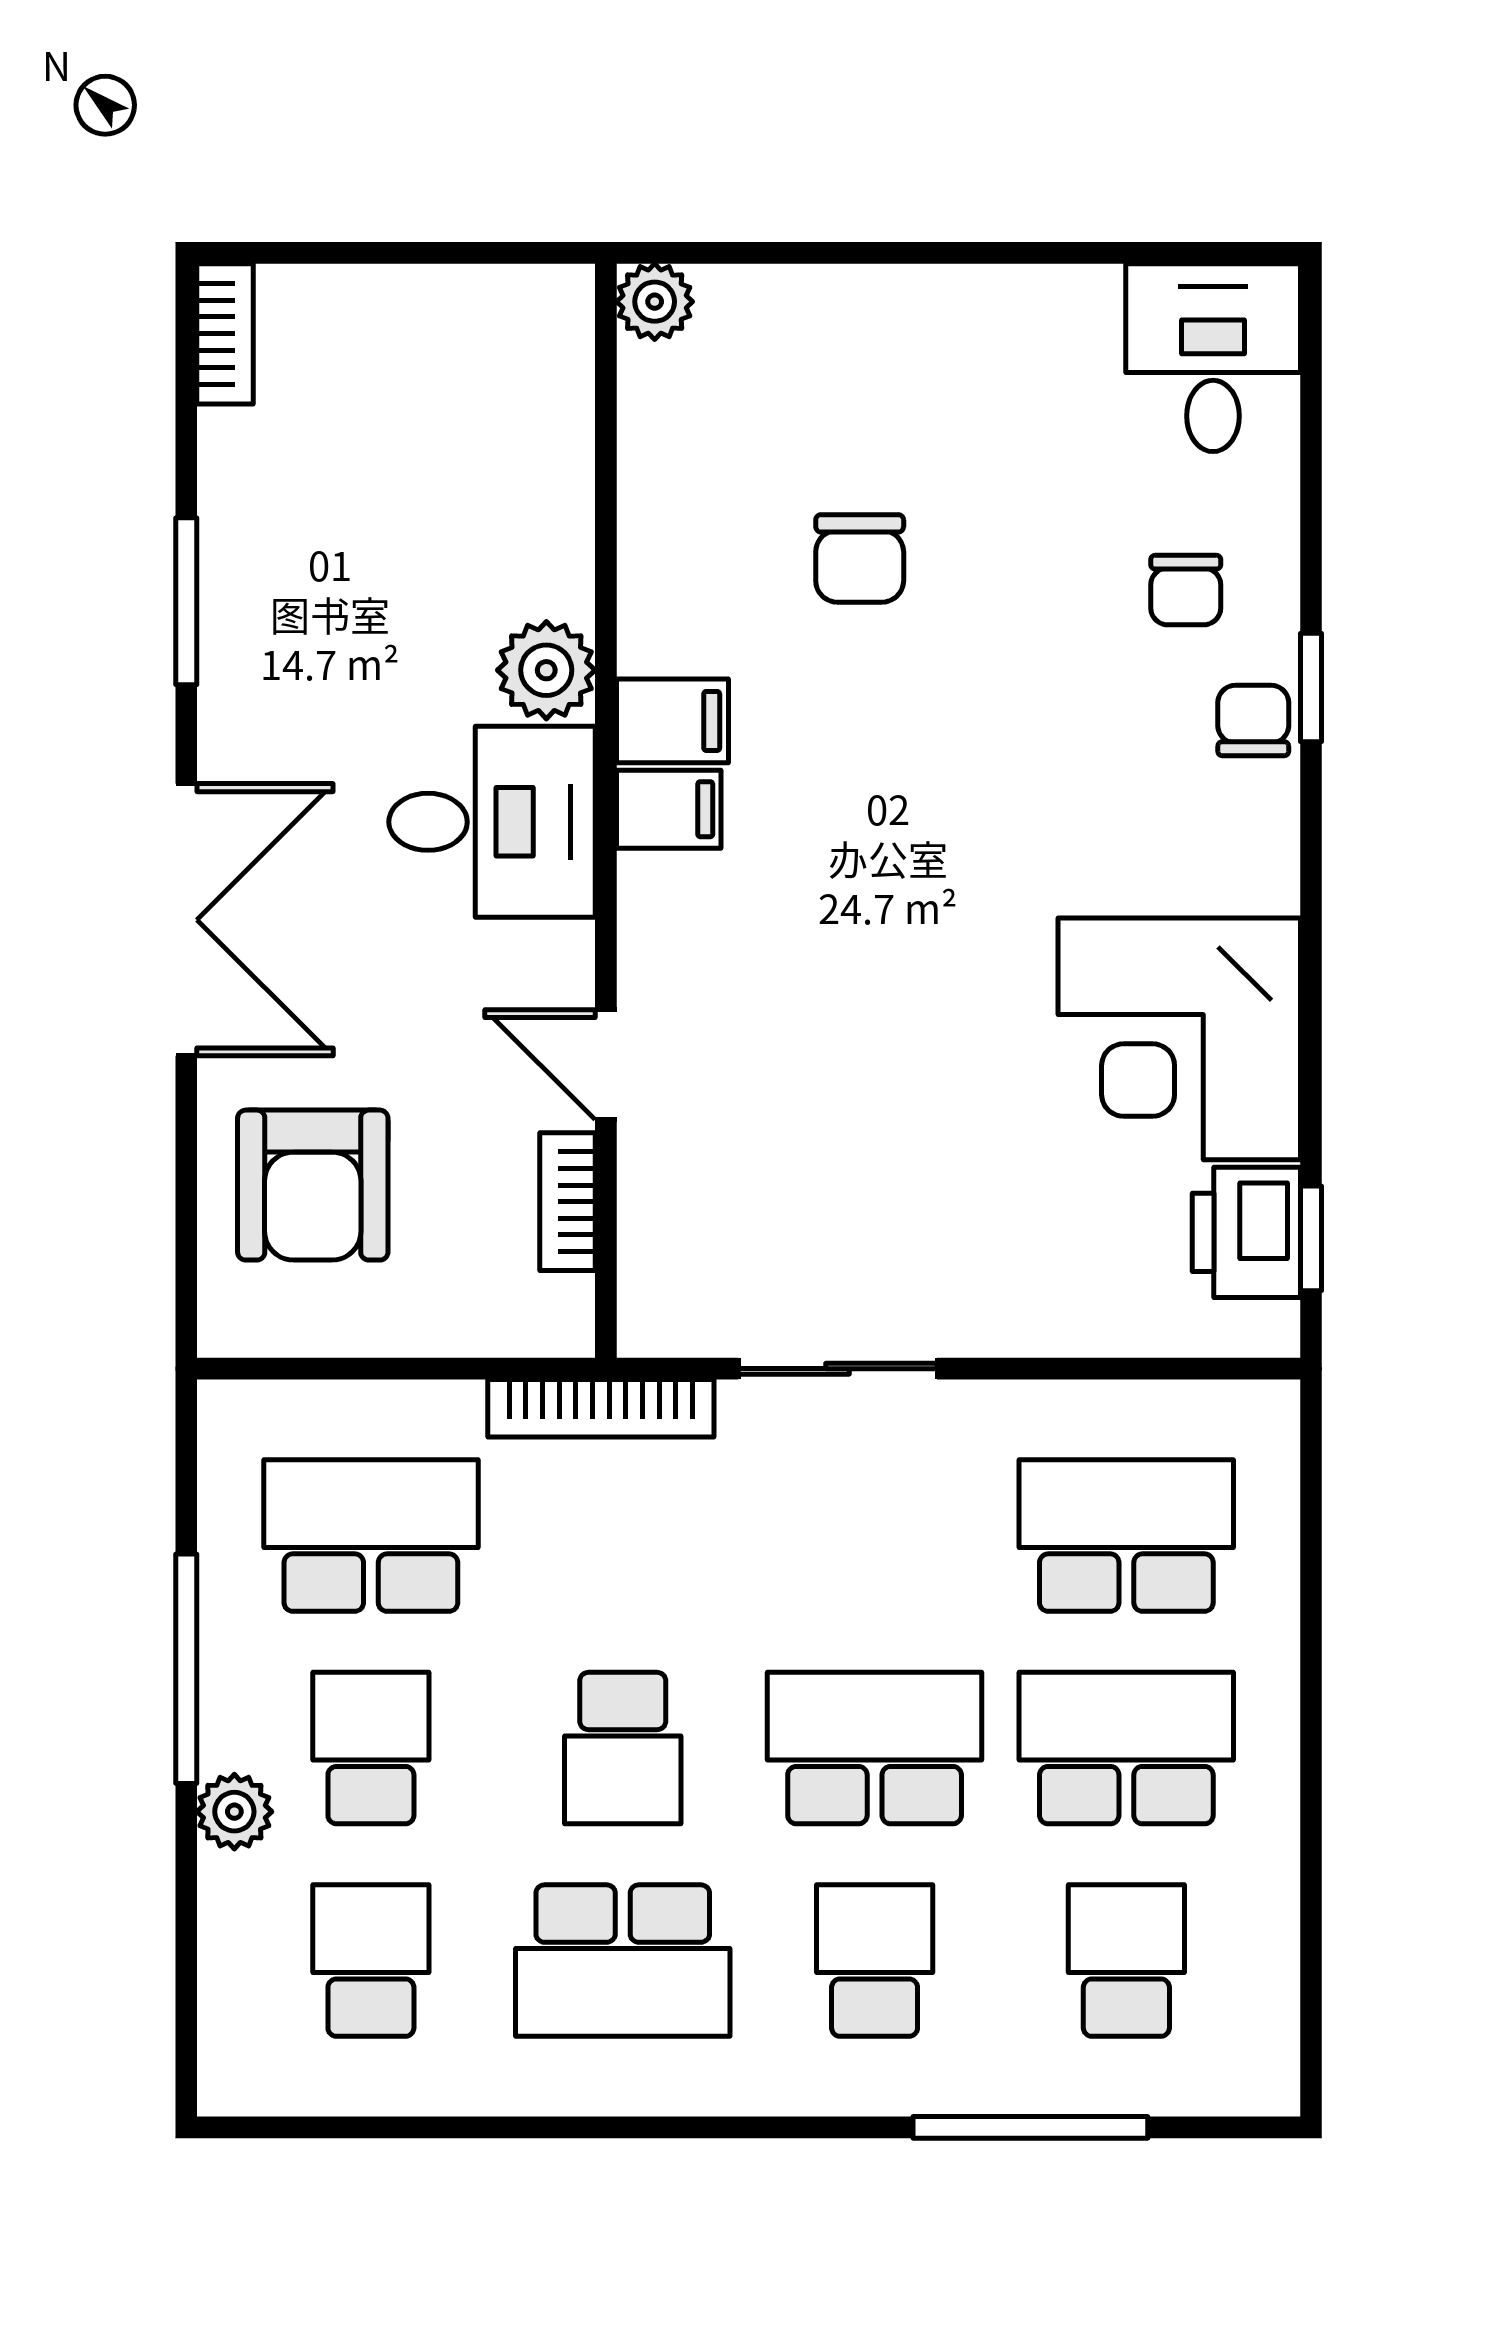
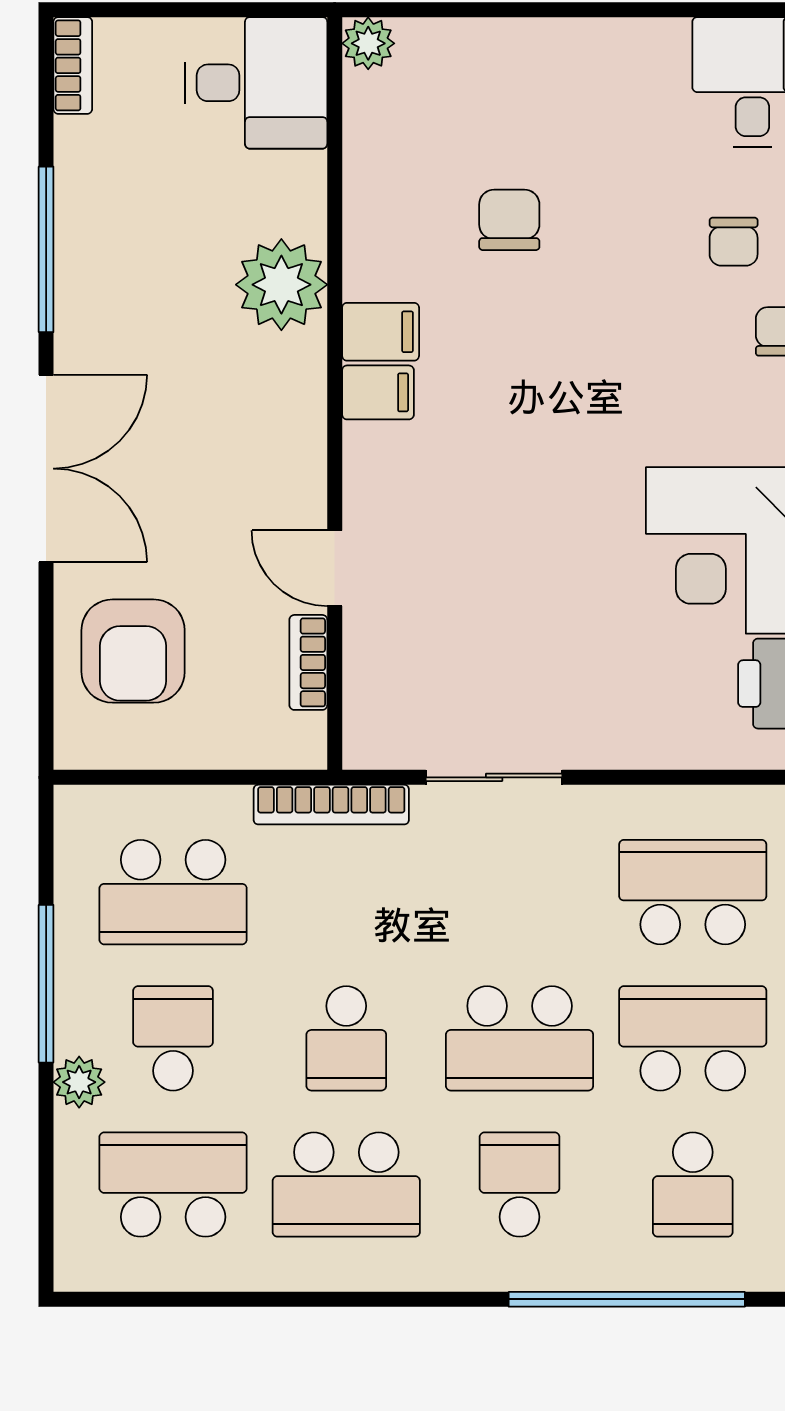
chair: (860, 558) -> (509, 220), turned 180
window: (186, 601) -> (46, 249), width x1.44
plant: (546, 670) -> (281, 285), width x1.36, depth x1.36
desk: (492, 822) -> (256, 83), moved
school desk: (371, 1536) -> (173, 892), turned 180
school desk: (875, 1748) -> (520, 1038), turned 180
school desk: (371, 1961) -> (173, 1185), width x1.85
school desk: (1126, 1961) -> (693, 1185), turned 180
window: (1030, 2127) -> (627, 1299), width x1.46

